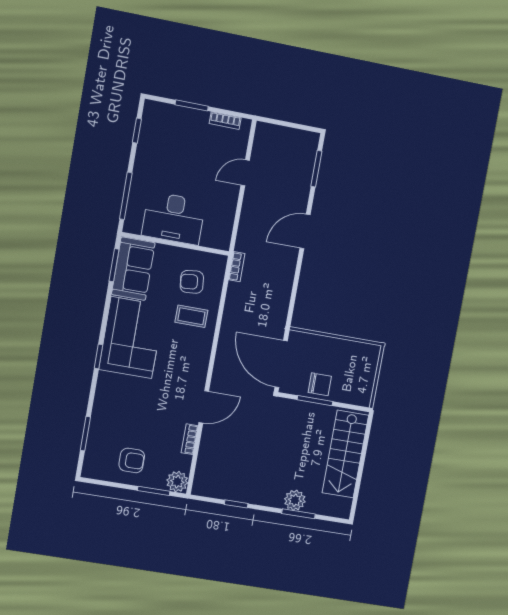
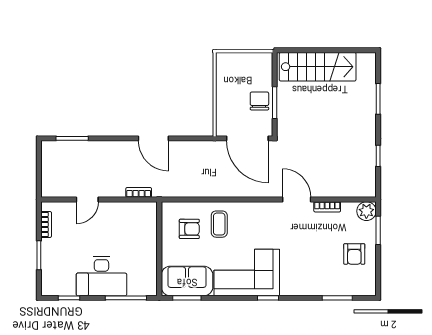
door: (245, 173) -> (87, 200), hinge flipped
desk: (174, 218) -> (101, 276), moved, turned 90
door: (305, 231) -> (153, 138), moved
bookcase: (237, 267) -> (139, 192), moved
armchair: (192, 282) -> (189, 229), turned -84
door: (281, 364) -> (247, 138), hinge flipped
armchair: (132, 460) -> (354, 254), turned 180
plant: (295, 500) -> (366, 104), removed

